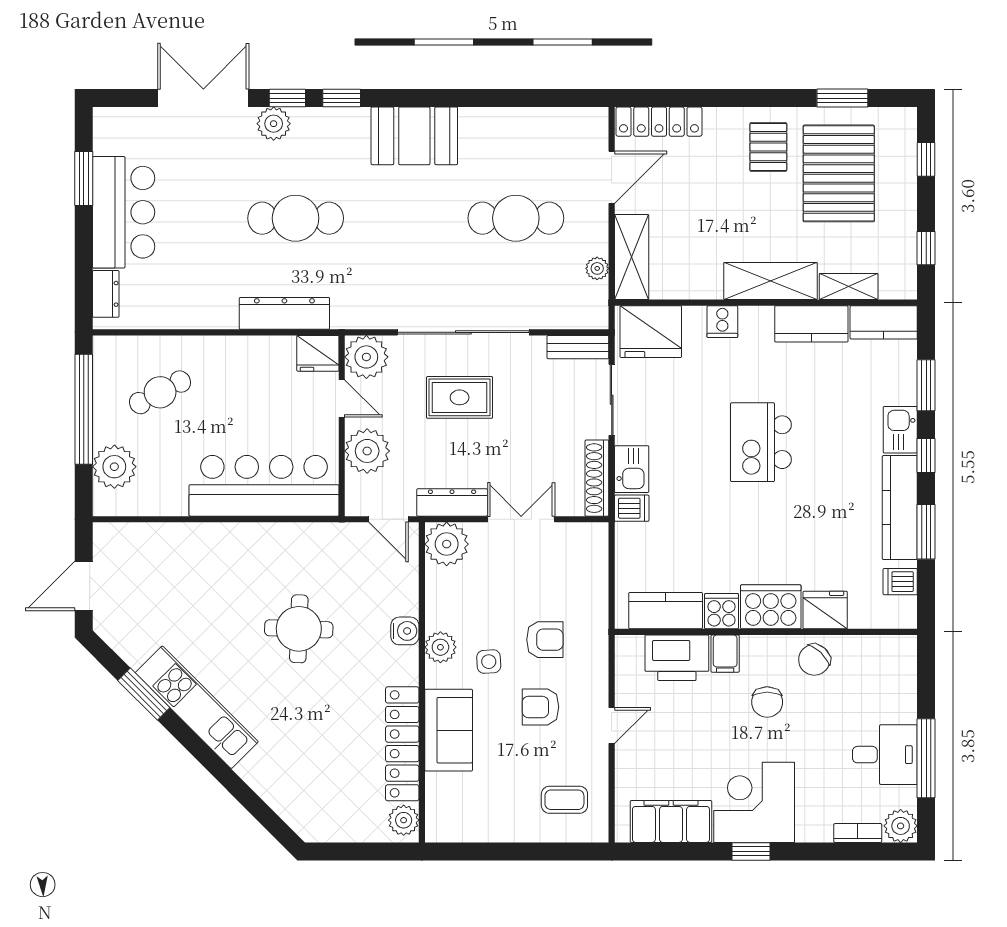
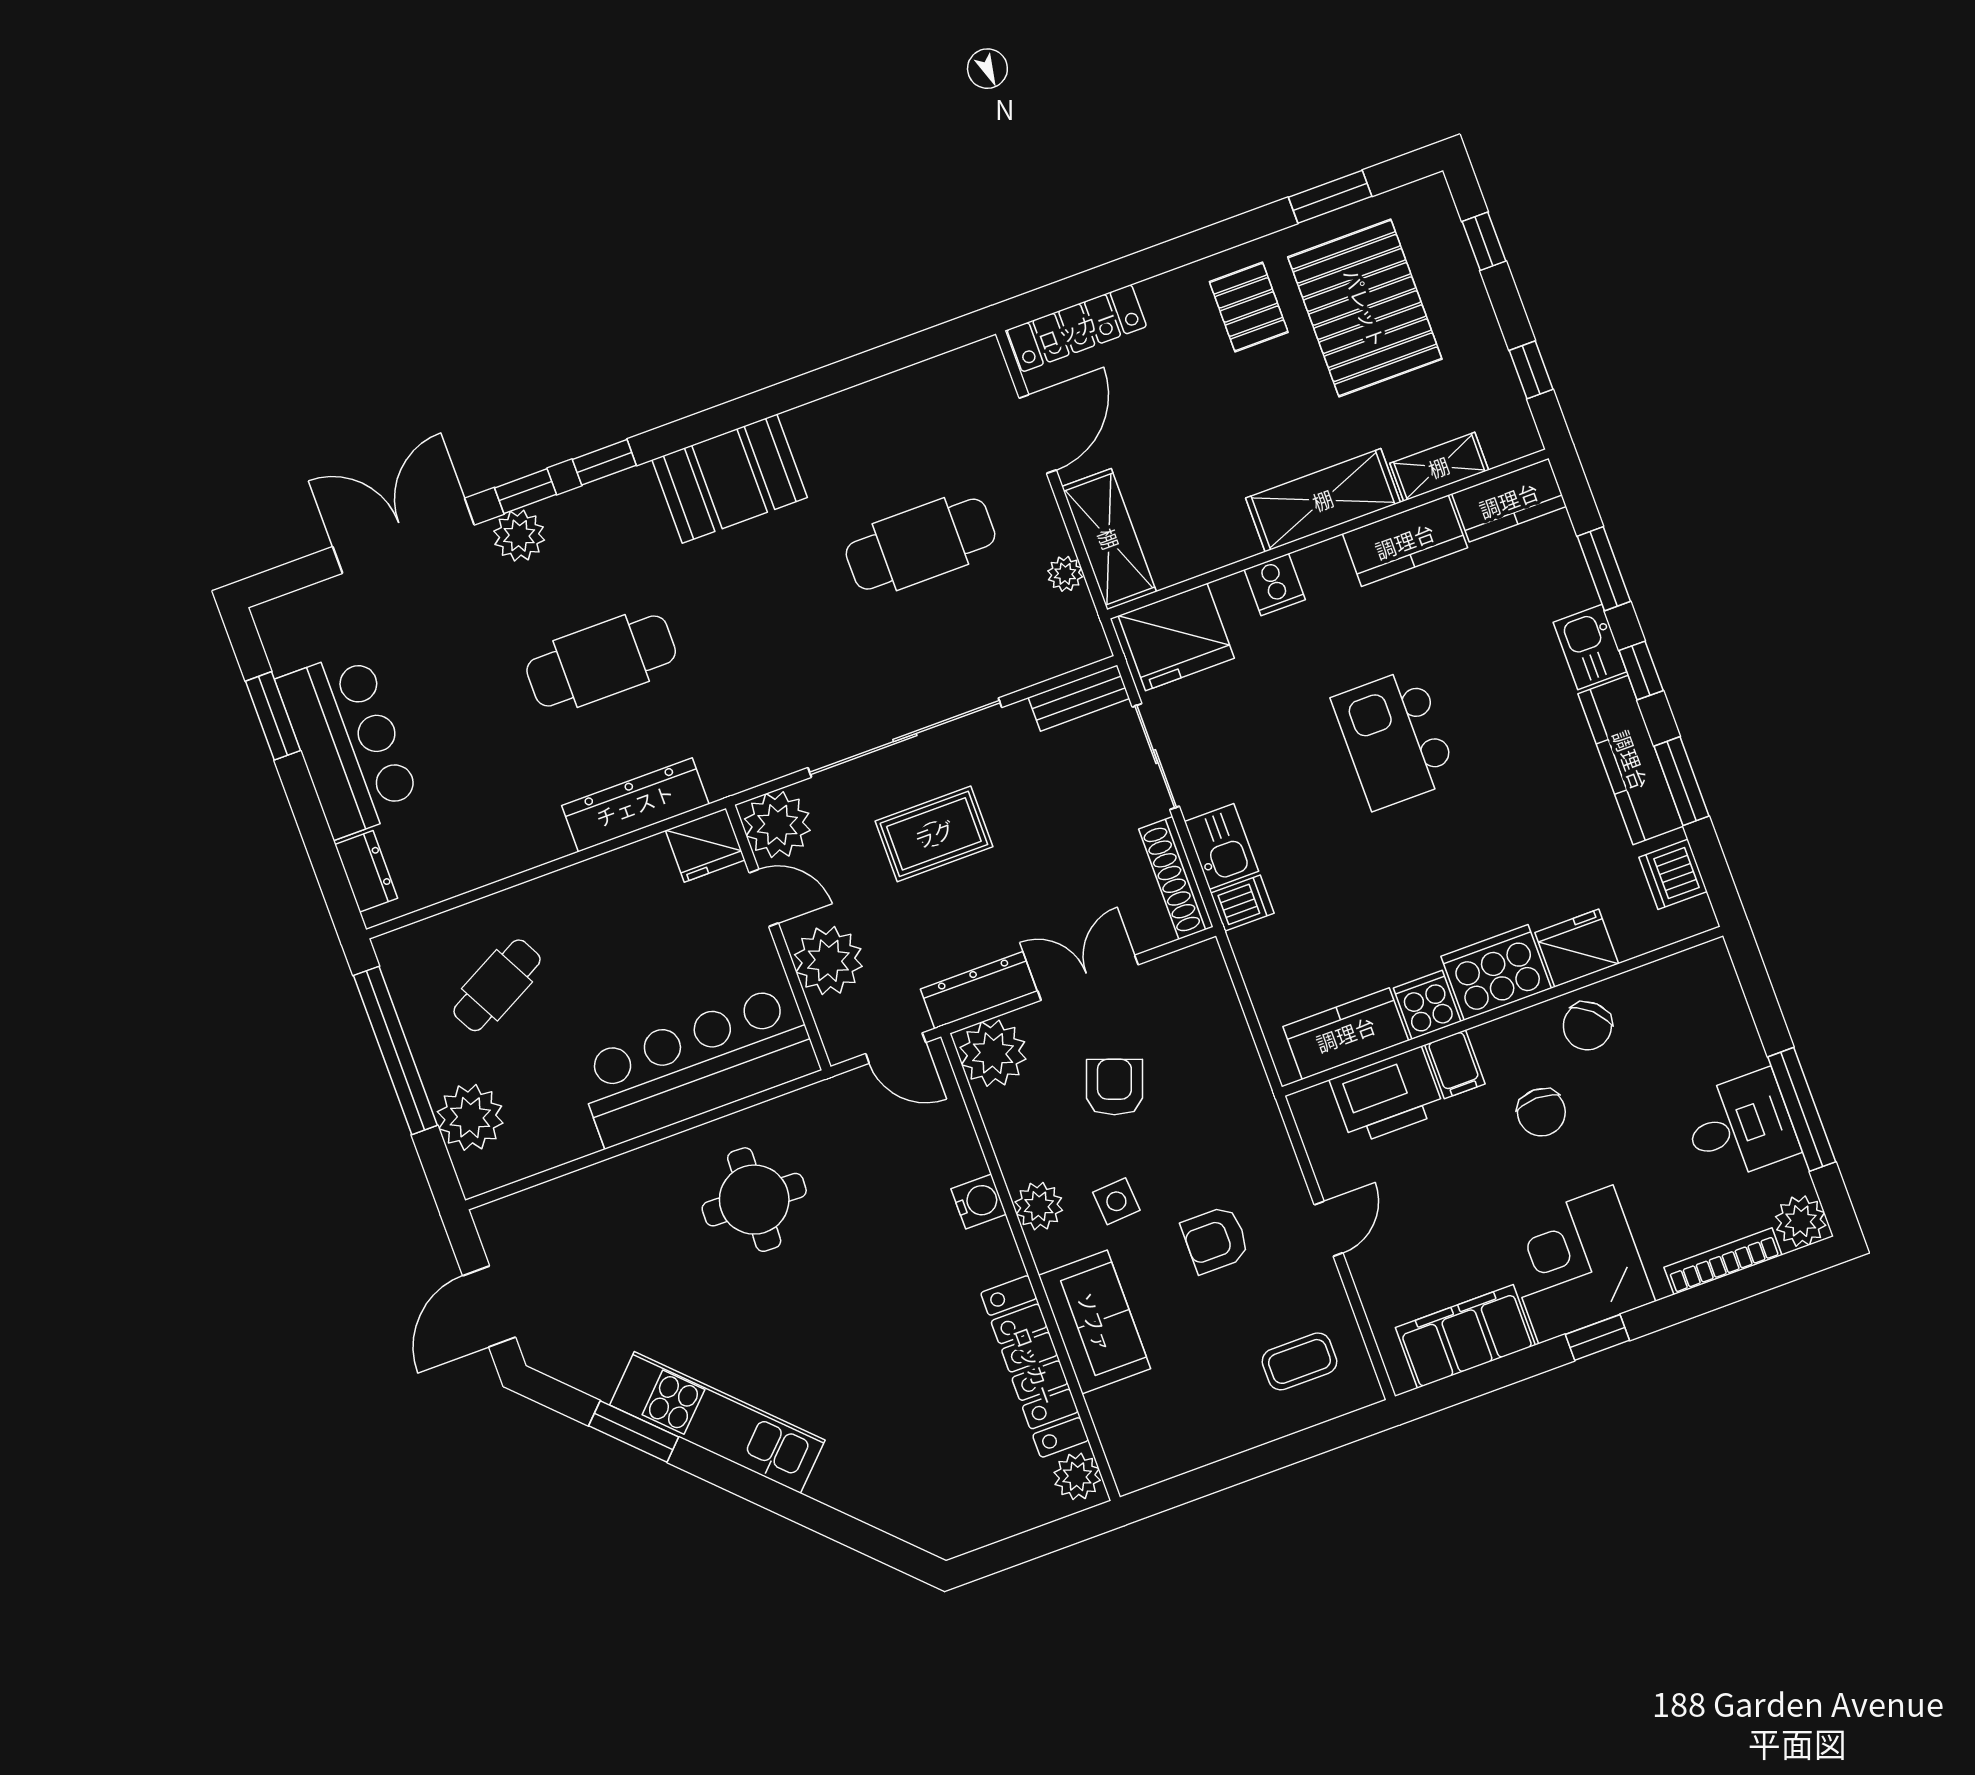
dishwasher: (900, 582) -> (1673, 874), width x1.38
round table: (299, 629) -> (754, 1200), moved
armchair: (545, 640) -> (1114, 1087), moved, turned -70
bookcase: (858, 833) -> (1723, 1261), width x1.56

